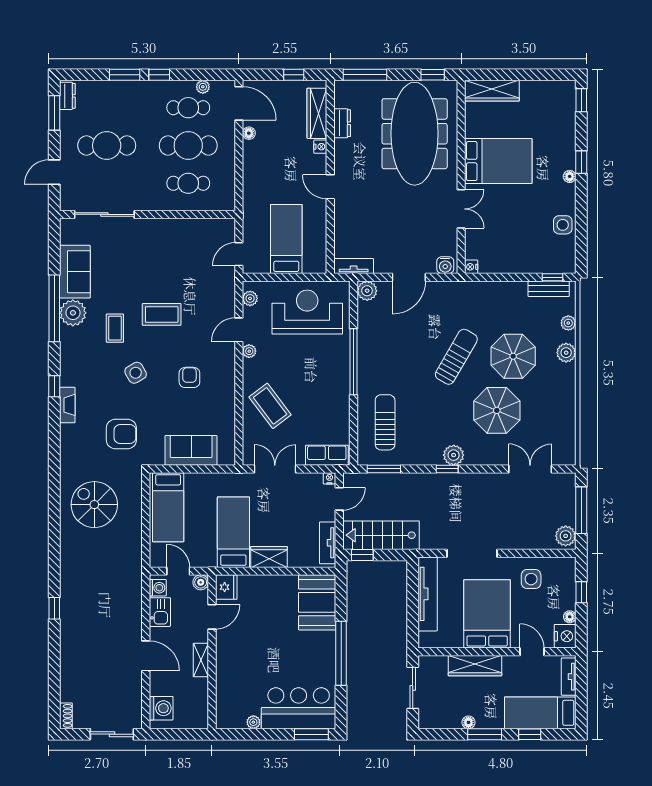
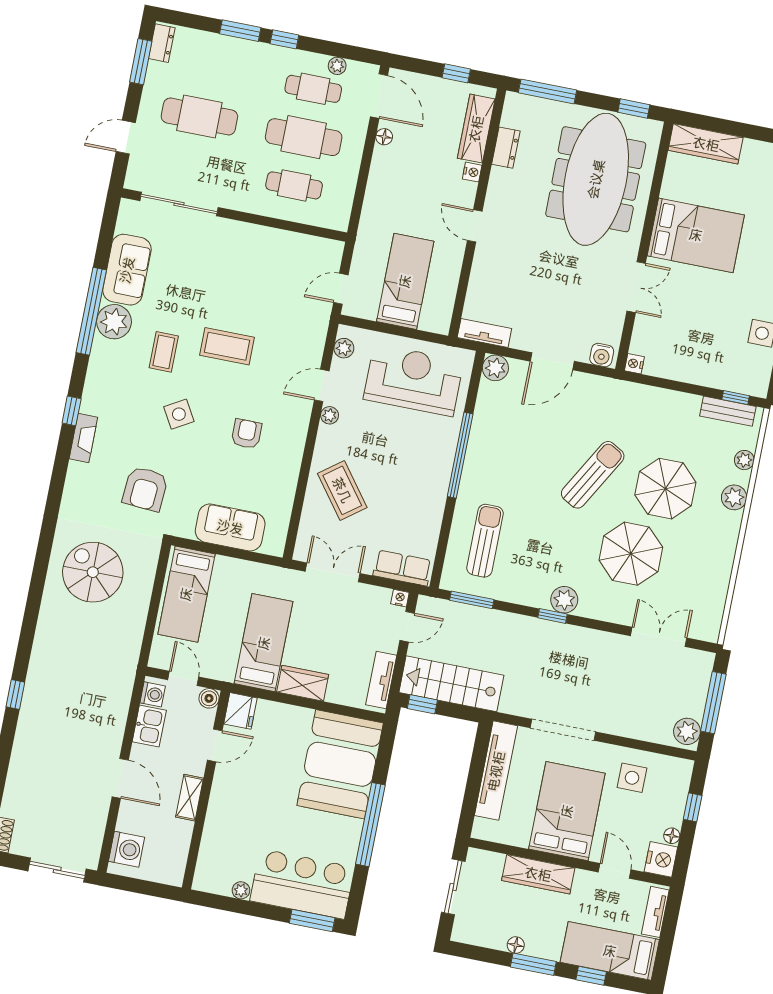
armchair: (121, 434) -> (145, 489), turned 94
booth: (317, 602) -> (340, 764), width x1.36, depth x1.42

